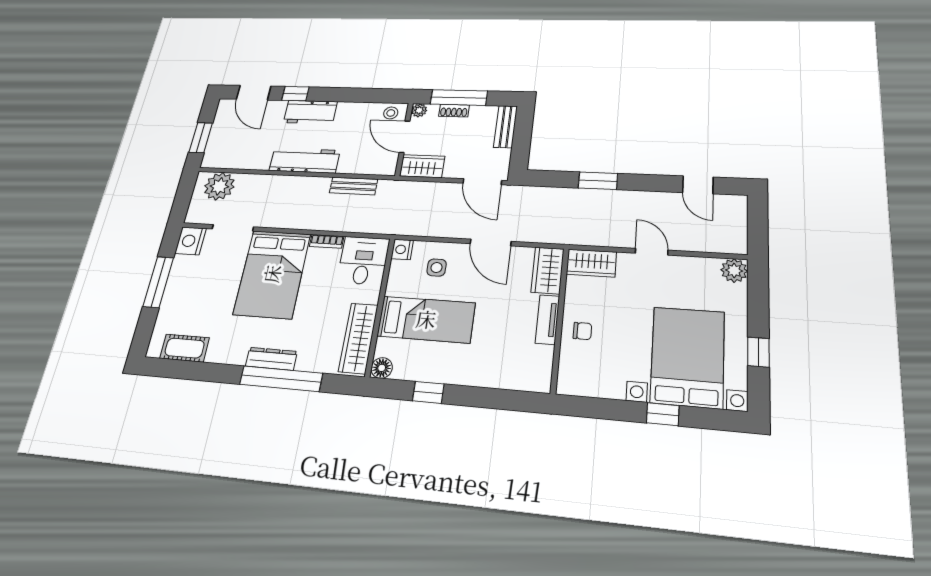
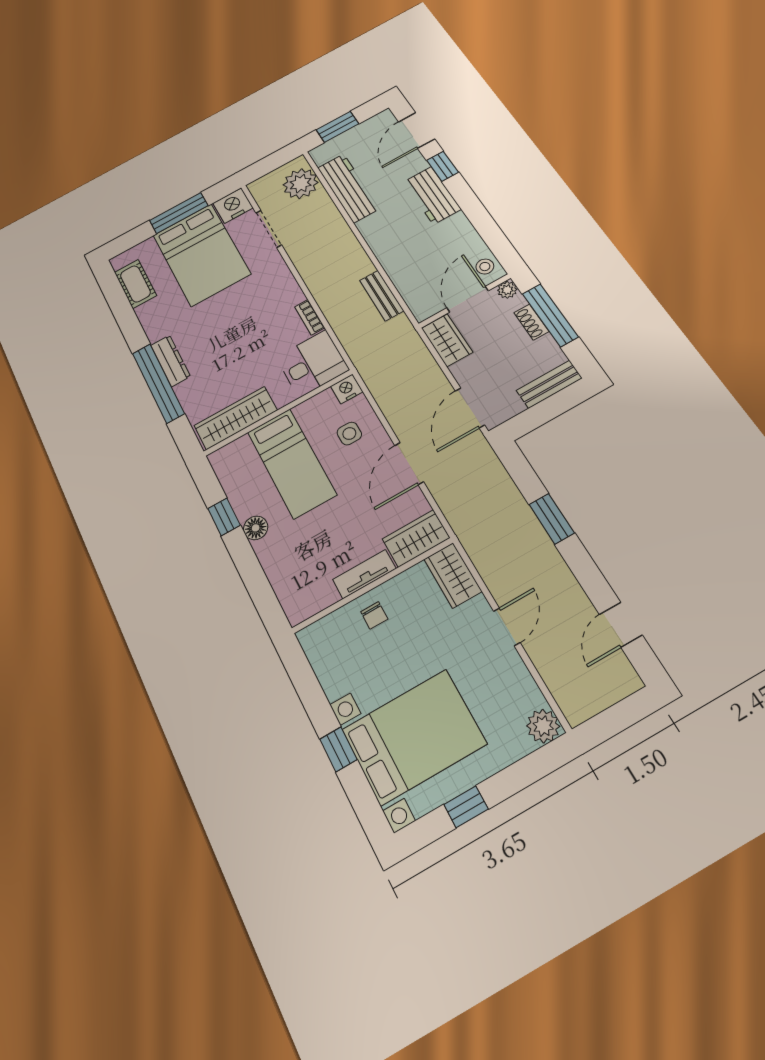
workbench: (305, 161) -> (348, 188), moved
bed: (272, 274) -> (201, 254), moved, turned -90
floor lamp: (382, 368) -> (256, 528), moved

